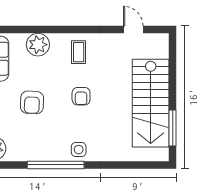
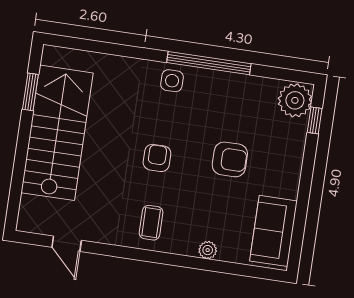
plant: (38, 45) -> (208, 250), width x0.53, depth x0.53
armchair: (32, 102) -> (230, 159), turned 87
window: (173, 128) -> (30, 92), width x0.69

